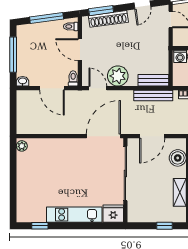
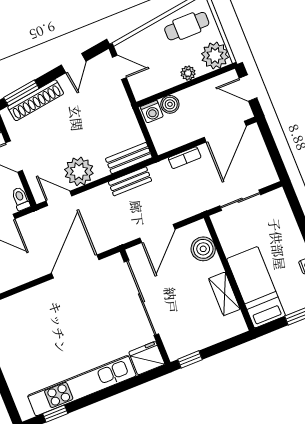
bench: (153, 96) -> (130, 181), width x0.73
door: (103, 136) -> (75, 267), moved
kitchen unit: (74, 215) -> (82, 386), width x1.36
window: (164, 226) -> (190, 359), moved

